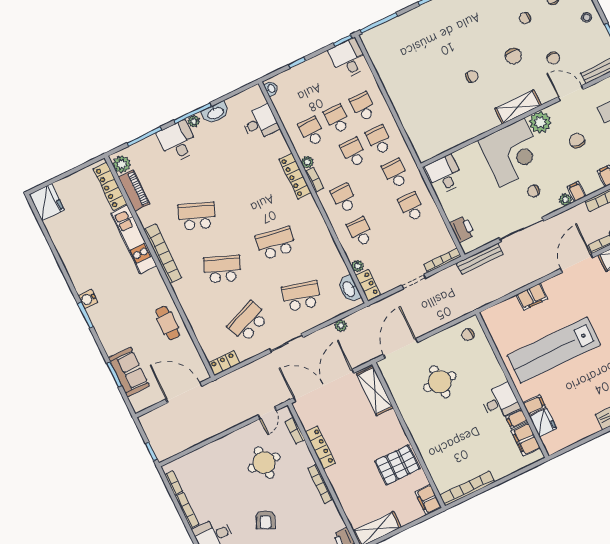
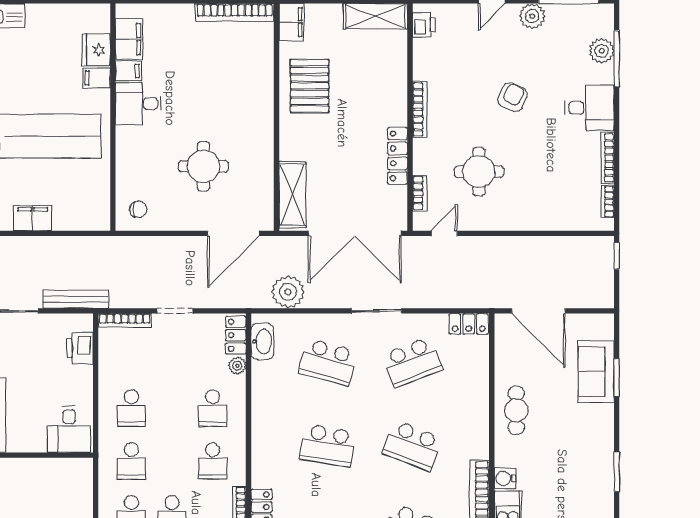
water cooler: (88, 299) -> (505, 478), moved, turned 180
plant: (341, 326) -> (288, 292), width x1.88, depth x1.88
pallet: (397, 465) -> (310, 86), turned 90

